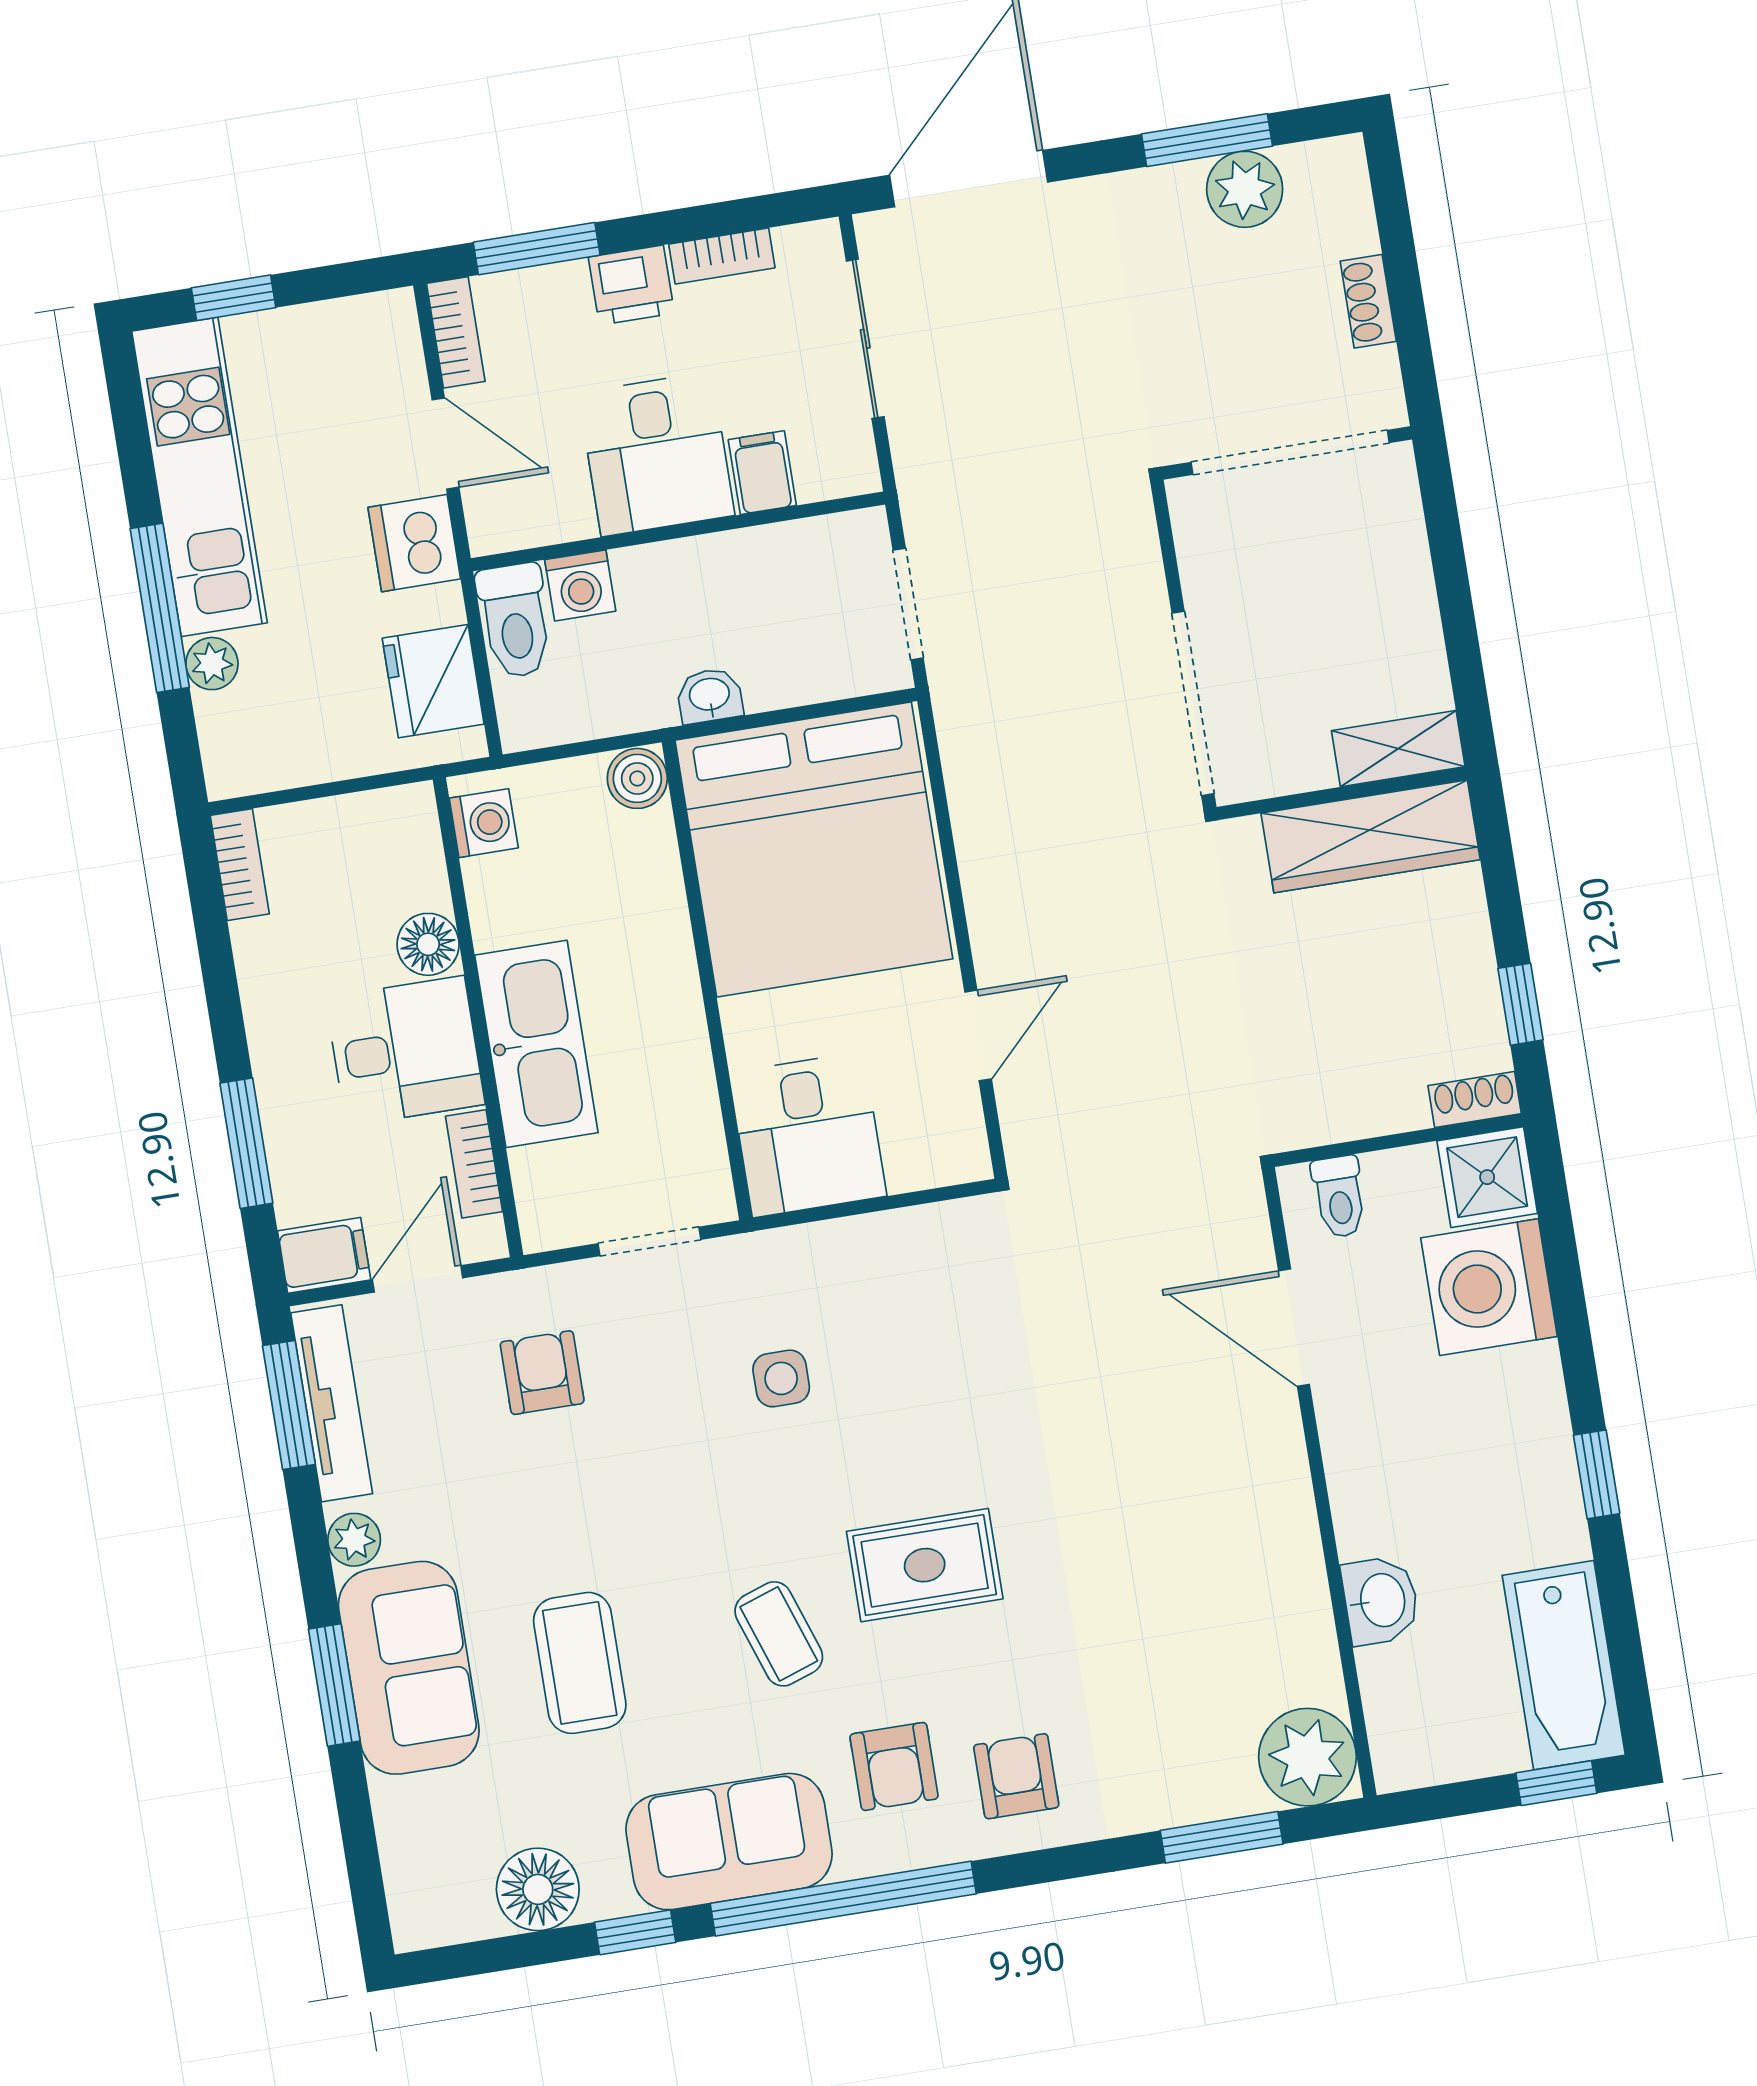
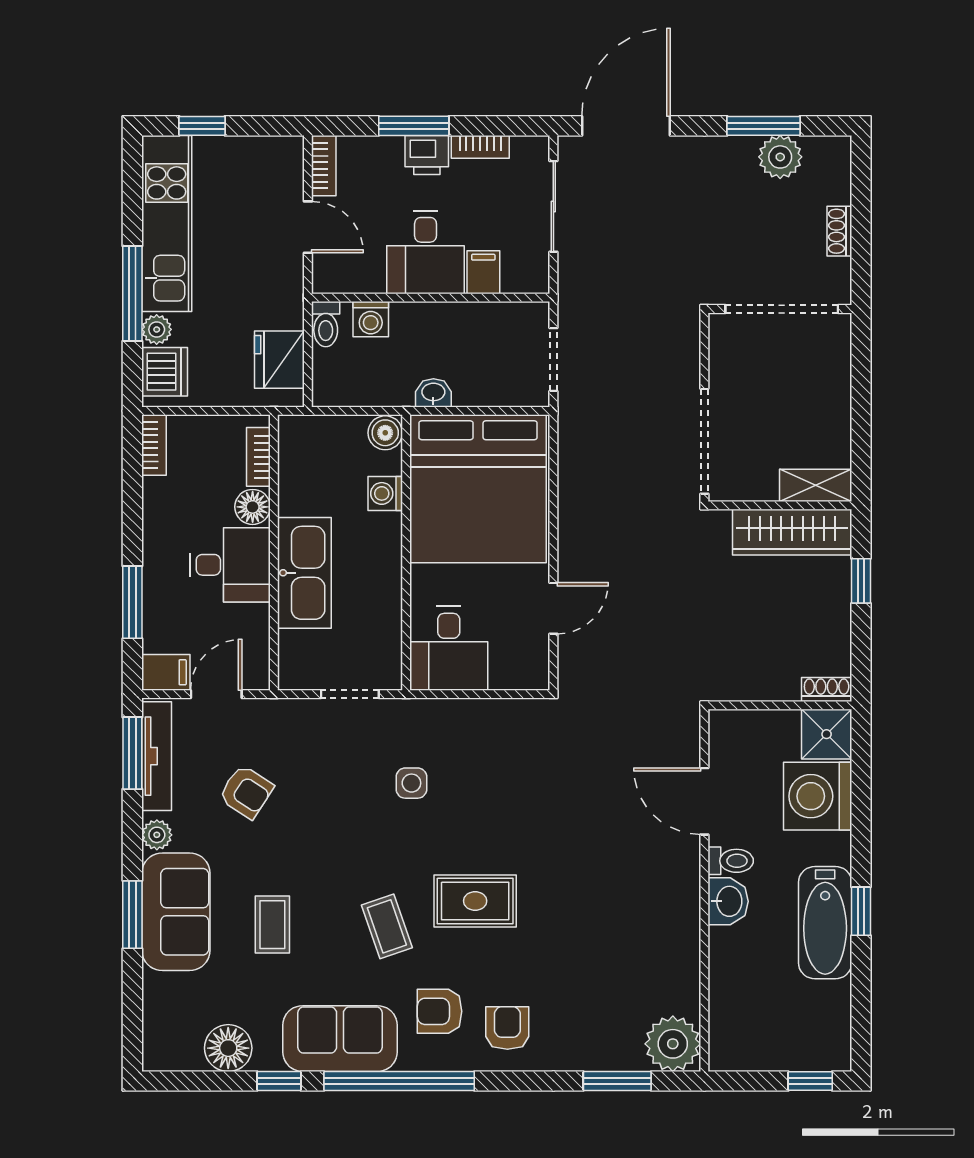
window: (537, 249) -> (414, 126), moved
dishwasher: (414, 543) -> (165, 372), moved, turned 180
toilet: (515, 621) -> (326, 324), width x0.73, depth x0.72
washing machine: (484, 823) -> (385, 493), moved, turned 180
window: (1520, 1004) -> (861, 581), moved
bookcase: (474, 1164) -> (258, 457), moved
toilet: (1339, 1197) -> (731, 861), moved, turned -90
armchair: (542, 1373) -> (246, 792), moved, turned 123
washbasin: (1381, 1601) -> (728, 901), moved
coffee table: (580, 1663) -> (272, 925), width x0.73, depth x0.77
bathtub: (1564, 1665) -> (825, 923), moved
armchair: (894, 1766) -> (440, 1011), turned 90

